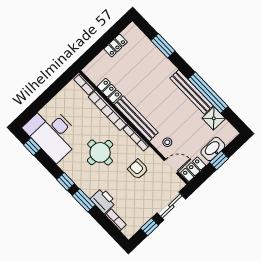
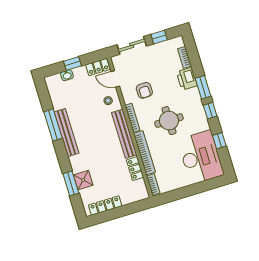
locker: (116, 46) -> (105, 206), width x1.53
window: (208, 93) -> (53, 125), width x0.68
shower: (214, 118) -> (83, 180), moved
window: (32, 147) -> (219, 141), moved
washbasin: (213, 149) -> (67, 75), width x0.52, depth x0.69

